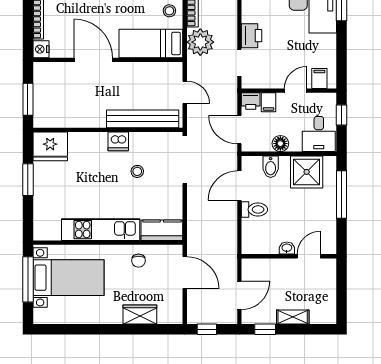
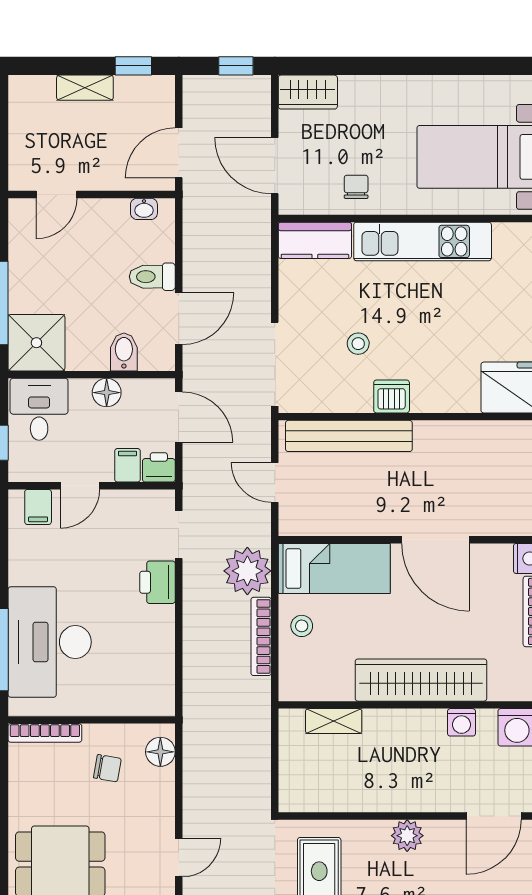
shower: (307, 172) -> (36, 343), moved
washbasin: (287, 248) -> (144, 209), moved
door: (239, 295) -> (179, 153), moved
wardrobe: (140, 315) -> (308, 92), moved

